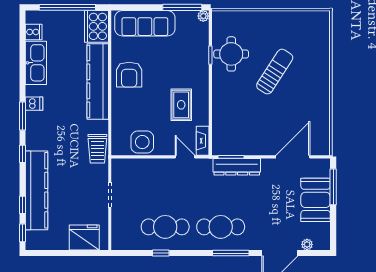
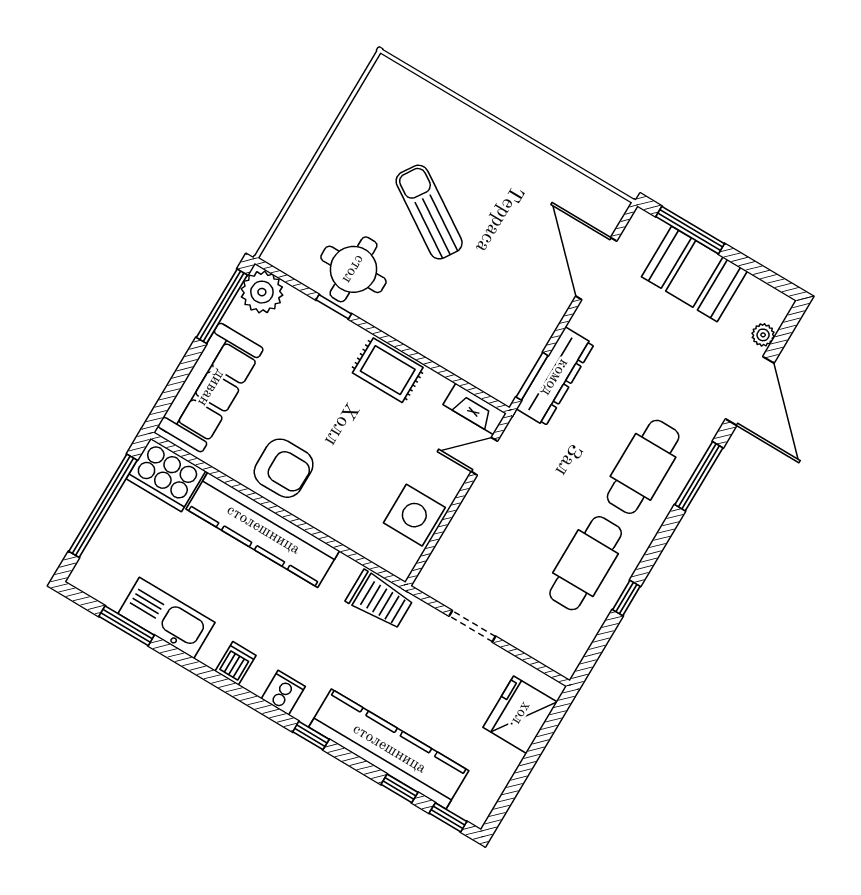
plant: (203, 16) -> (262, 292), width x1.87, depth x1.87
cooker: (34, 32) -> (283, 693), moved
rug: (181, 105) -> (388, 370), moved
window: (22, 116) -> (127, 626), moved

